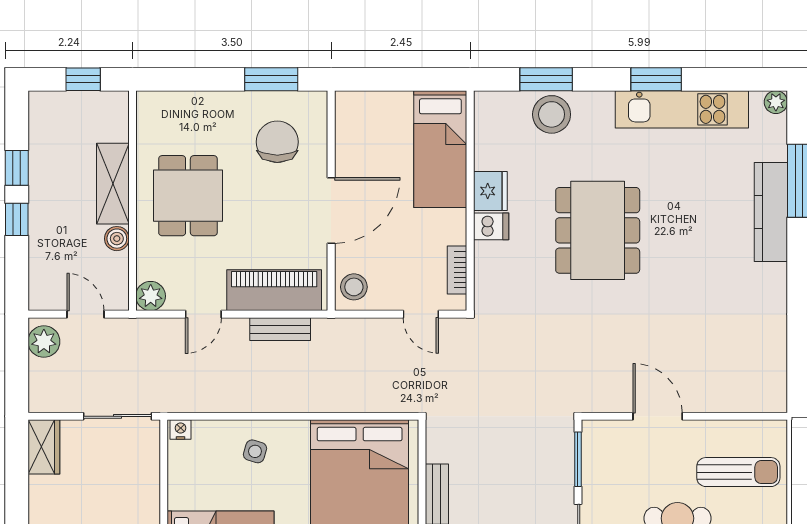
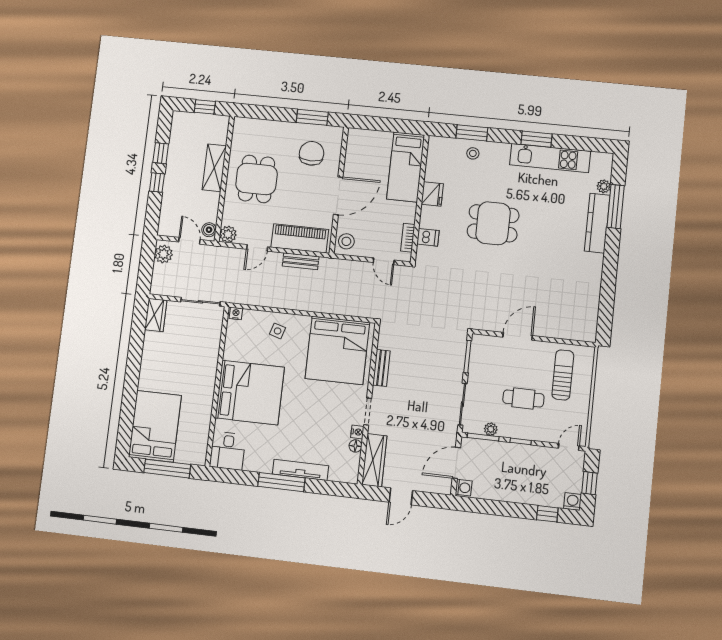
plant: (776, 102) -> (604, 186), moved
stool: (552, 114) -> (473, 153), width x0.53, depth x0.53
dishwasher: (491, 226) -> (428, 237), moved
dining table: (598, 230) -> (493, 223), width x0.73
boiler: (117, 239) -> (209, 230), moved
door: (658, 416) -> (518, 336), hinge flipped
sun lounger: (738, 472) -> (563, 375), turned -90

